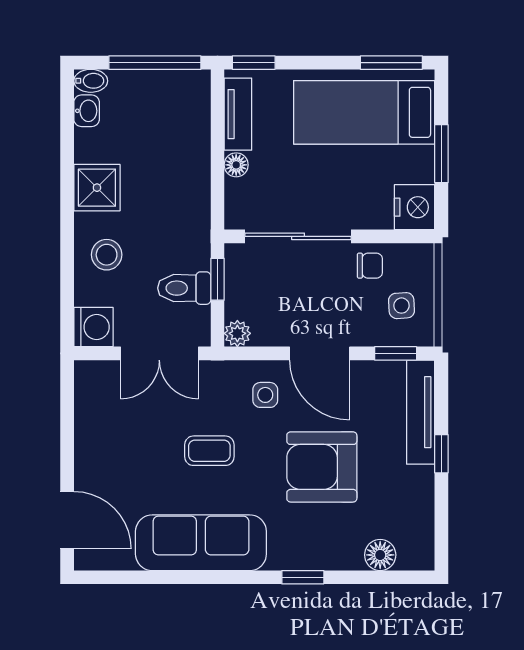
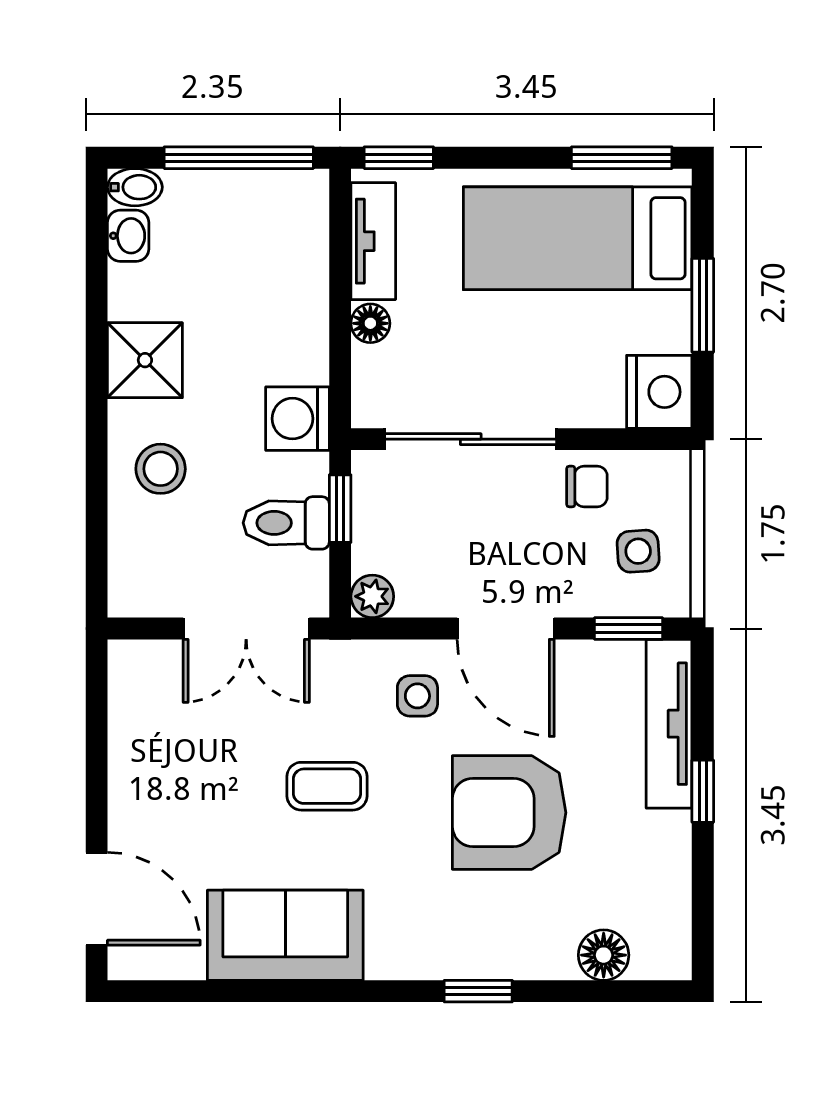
washing machine: (93, 327) -> (298, 419), moved, turned 180
sofa: (201, 543) -> (285, 935), width x0.73

